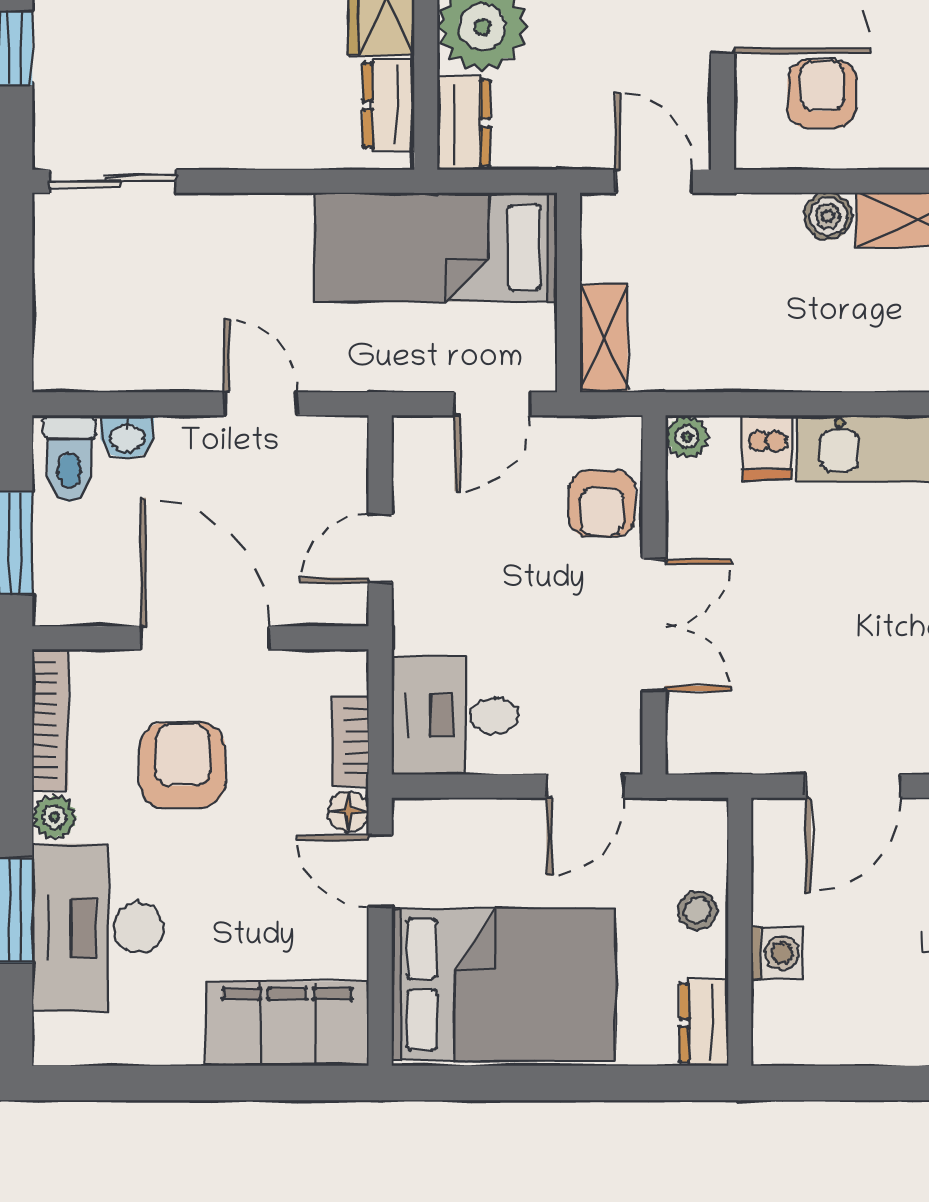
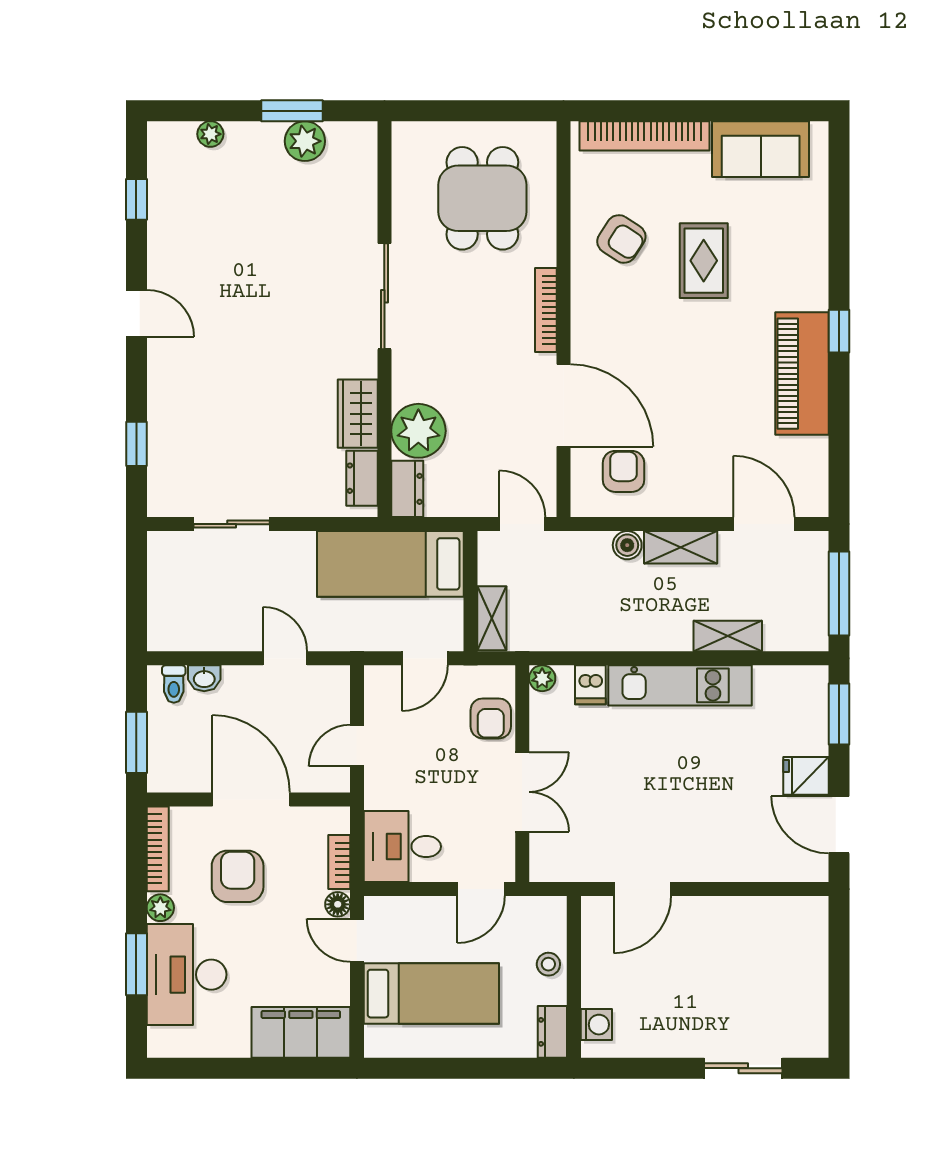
sliding door: (113, 181) -> (232, 524), moved
toilet: (70, 458) -> (174, 684), width x0.73, depth x0.72
washing machine: (777, 953) -> (596, 1025), moved
bed: (503, 984) -> (431, 994), width x0.67

